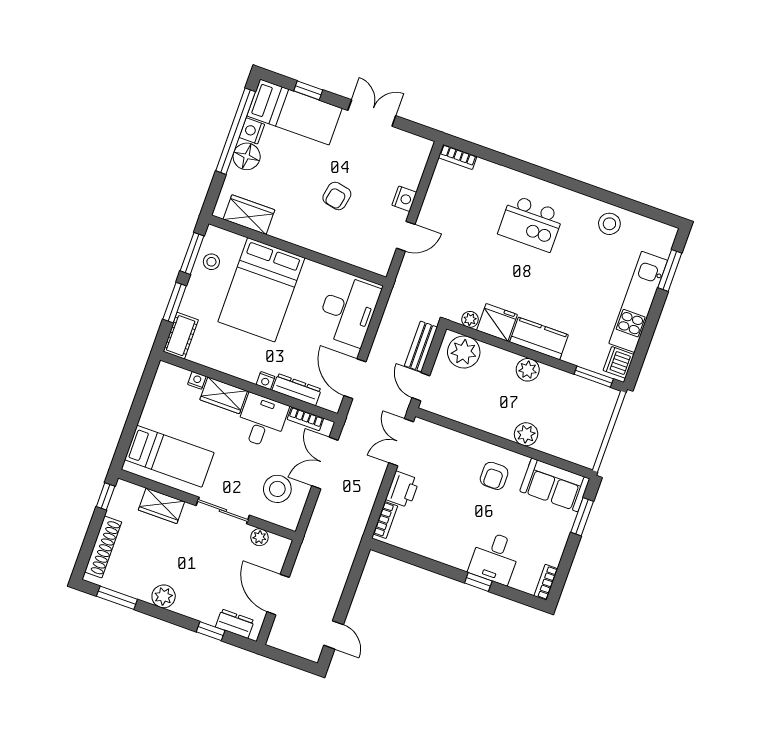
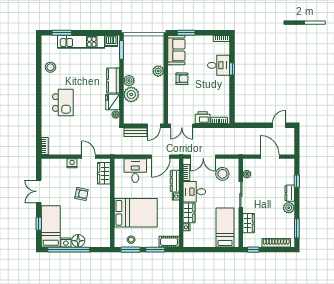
wardrobe: (249, 215) -> (104, 173), moved
desk: (348, 311) -> (135, 171), width x0.73
plant: (464, 352) -> (131, 95), moved
door: (278, 595) -> (270, 157), swing flipped
dresser: (235, 624) -> (290, 193), moved

